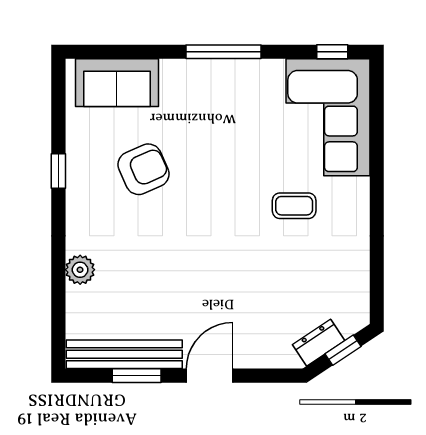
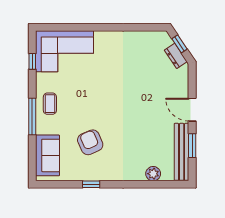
window: (224, 52) -> (32, 117), moved
window: (332, 52) -> (32, 61), moved
coffee table: (294, 206) -> (50, 104), moved
plant: (80, 270) -> (153, 174), moved

